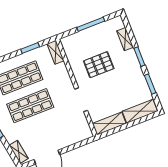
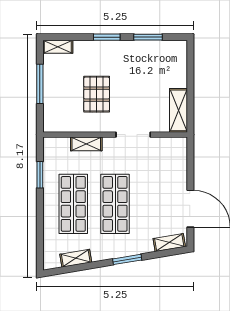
shelving: (125, 39) -> (58, 47), moved
shelving: (56, 52) -> (86, 144), moved
shelving: (140, 111) -> (178, 64), removed

